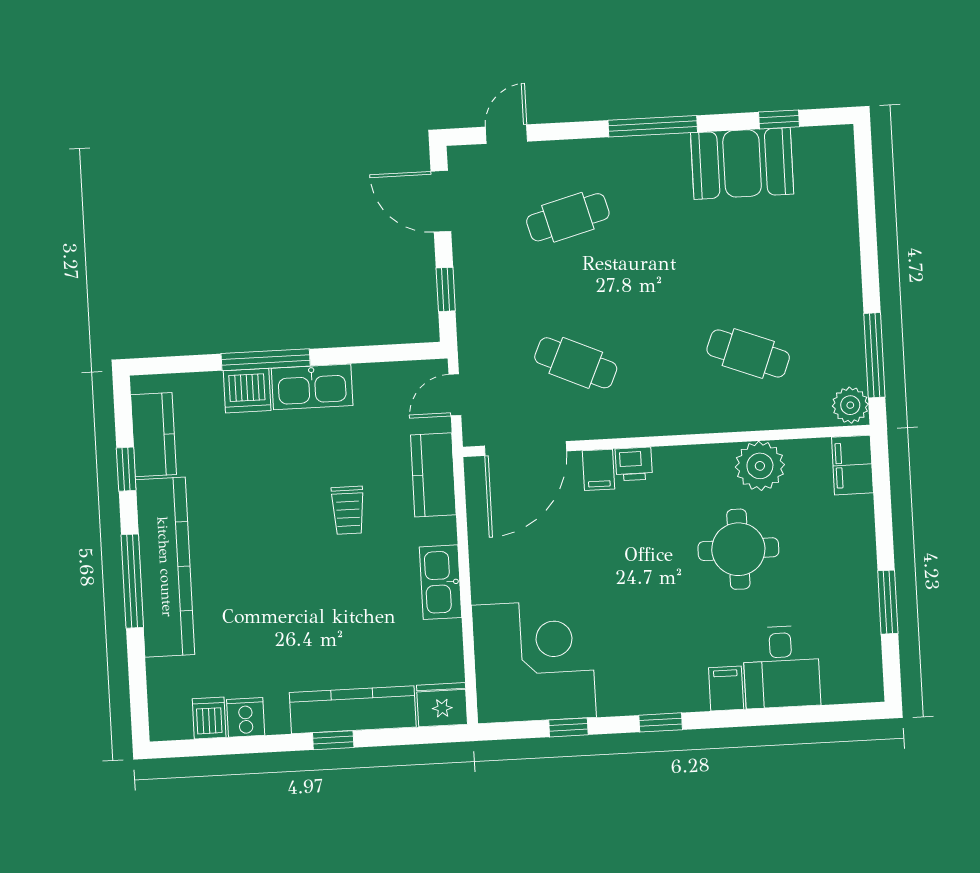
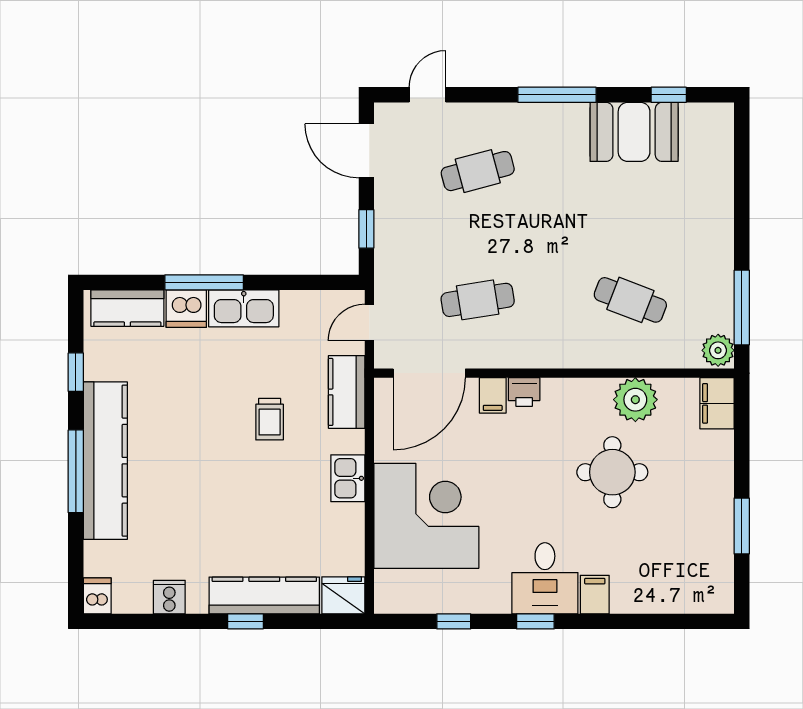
cafe table: (576, 363) -> (478, 300), turned -33
kitchen counter: (153, 435) -> (127, 308), moved, turned 90
kitchen sink: (441, 582) -> (348, 478), width x0.73
corner desk: (534, 661) -> (426, 516), moved
desk: (781, 667) -> (545, 578), moved
dishwasher: (209, 718) -> (97, 596), moved

